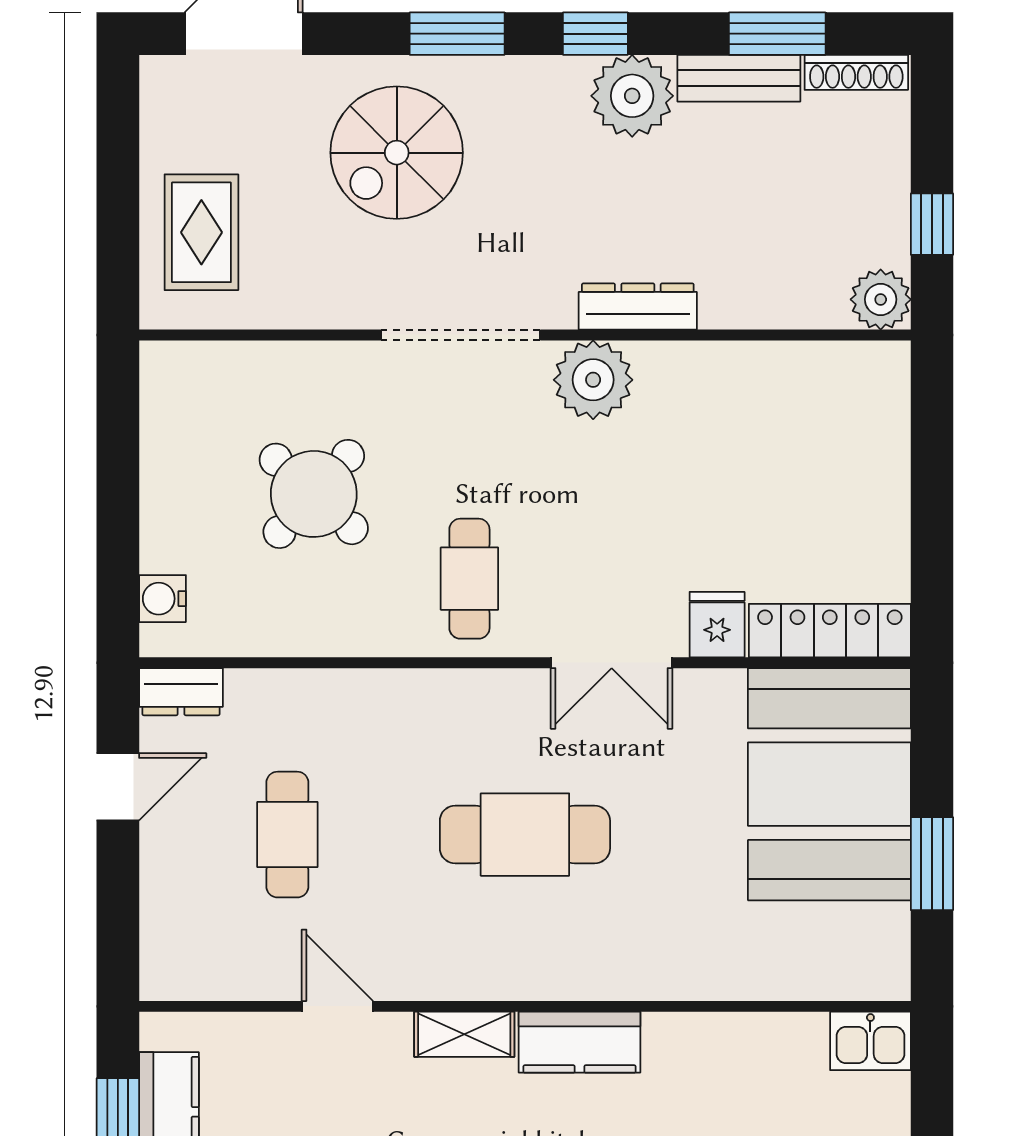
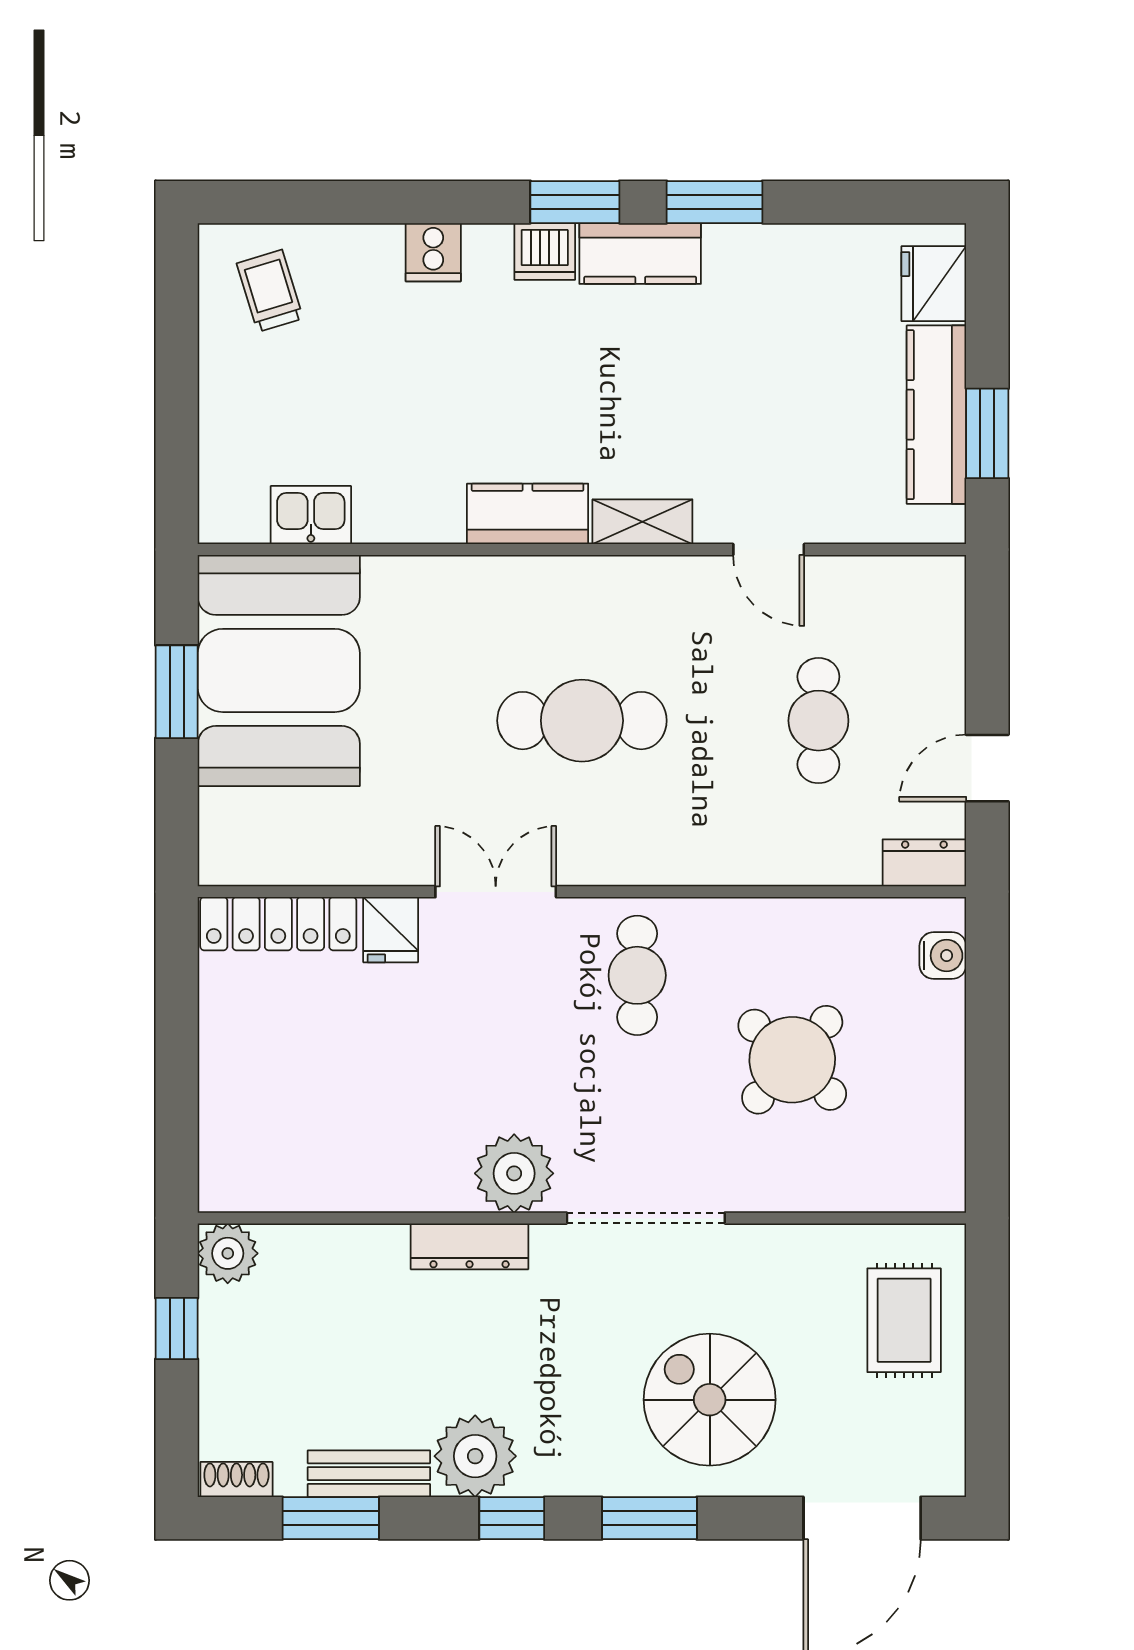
shoe rack: (856, 72) -> (236, 1479), width x0.70
spiral stairs: (397, 153) -> (710, 1400), turned -90
booth: (829, 784) -> (279, 670), moved
kitchen sink: (870, 1041) -> (311, 515), moved

